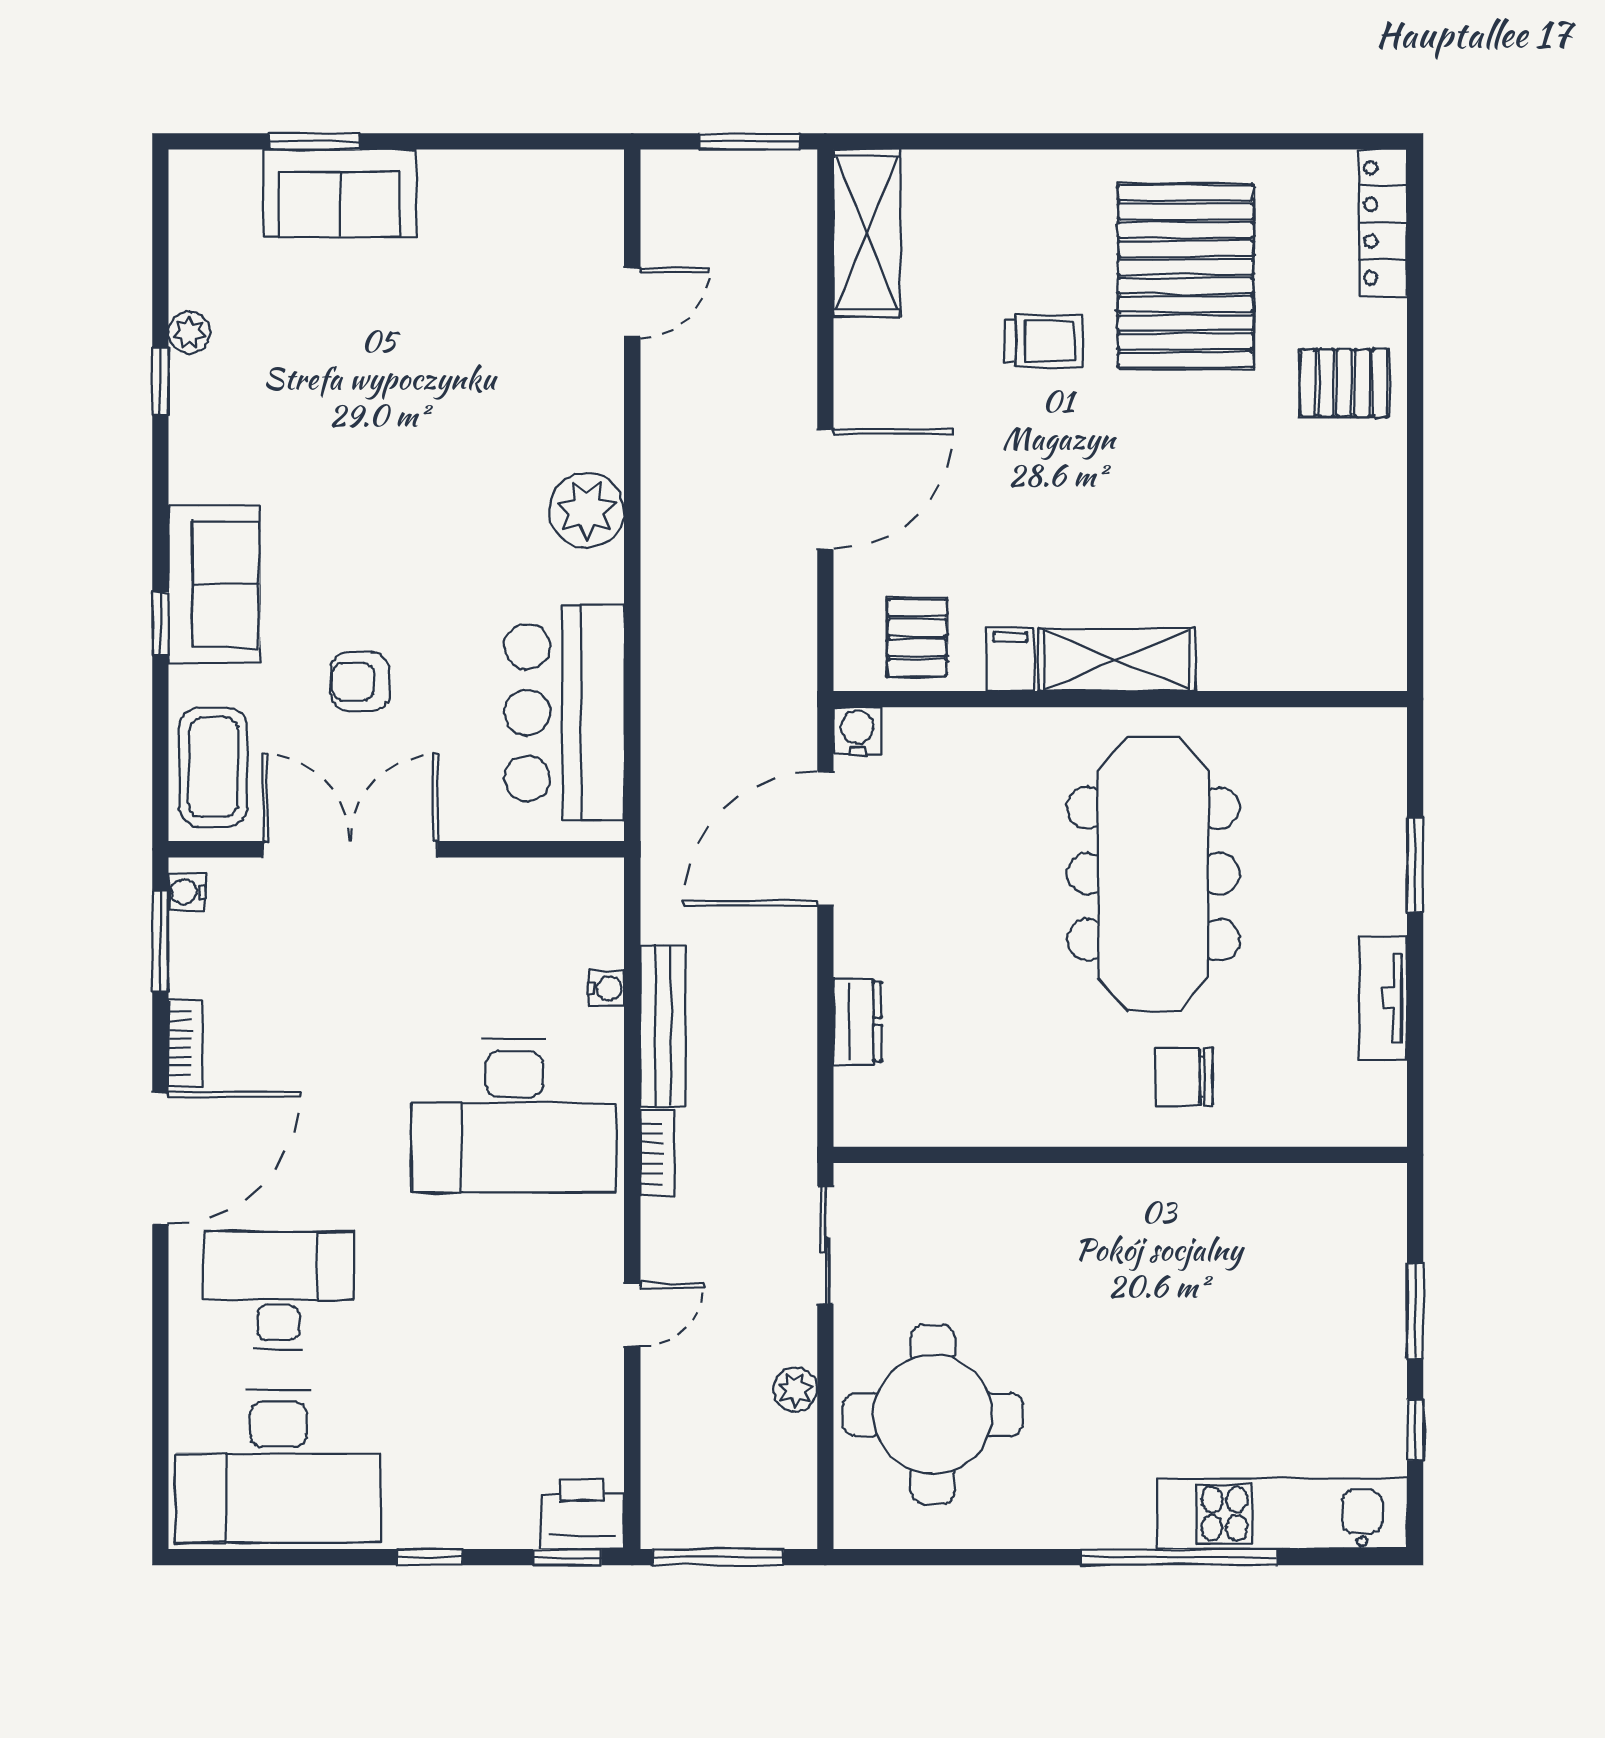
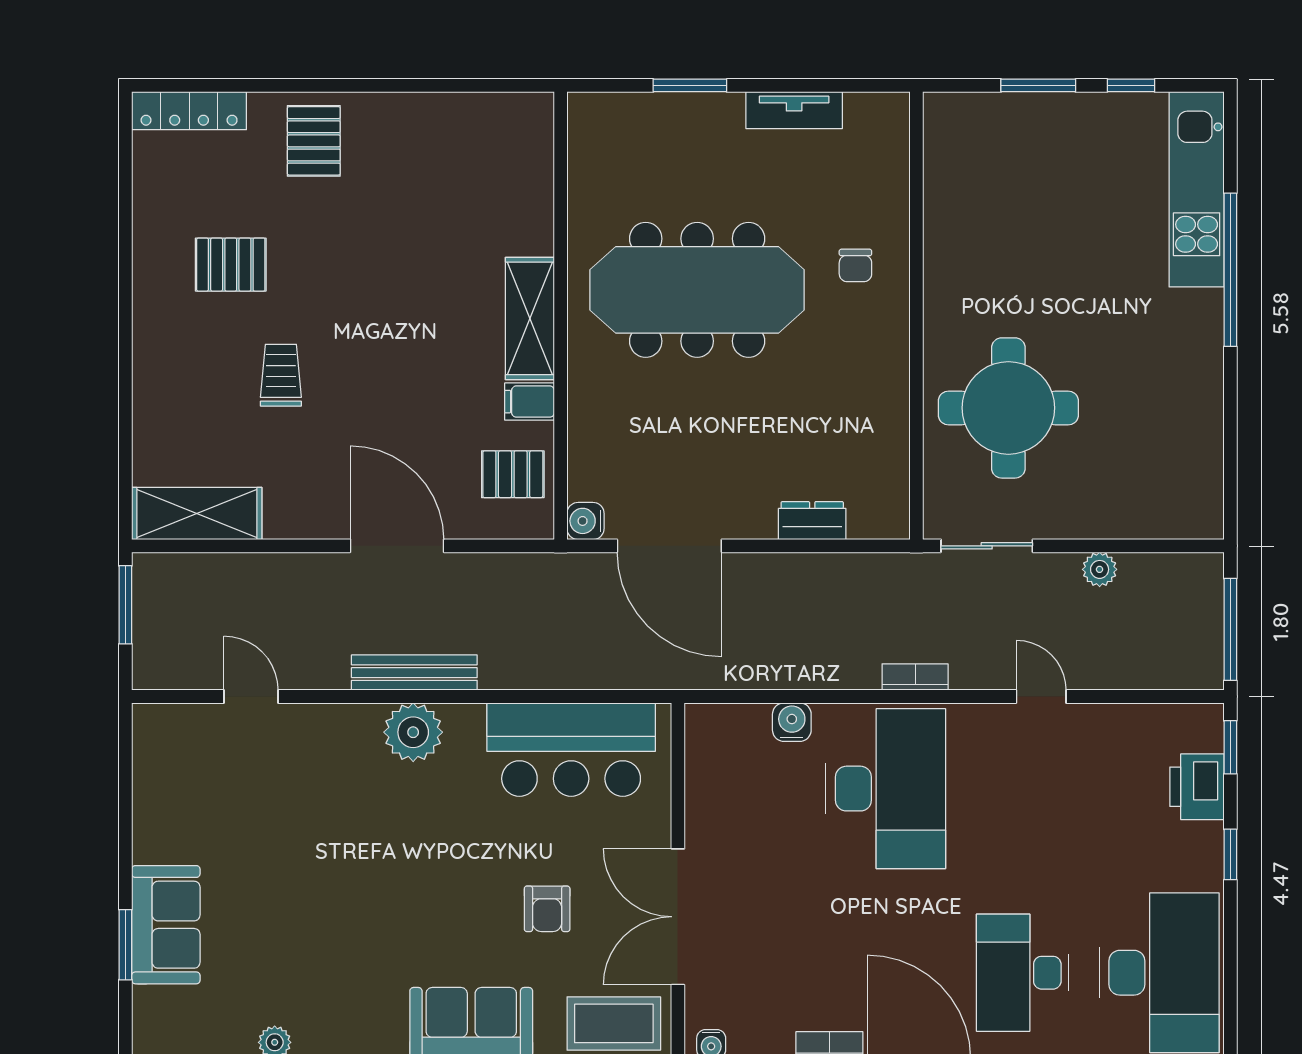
pallet: (1186, 276) -> (231, 265), width x0.49, depth x0.50
water cooler: (606, 988) -> (792, 722), width x1.38, depth x1.38
bench: (663, 1026) -> (414, 673), moved
chair: (1185, 1077) -> (855, 265), width x0.73, depth x0.73
round table: (933, 1414) -> (1008, 408), moved
printer: (582, 1514) -> (1197, 787), moved

